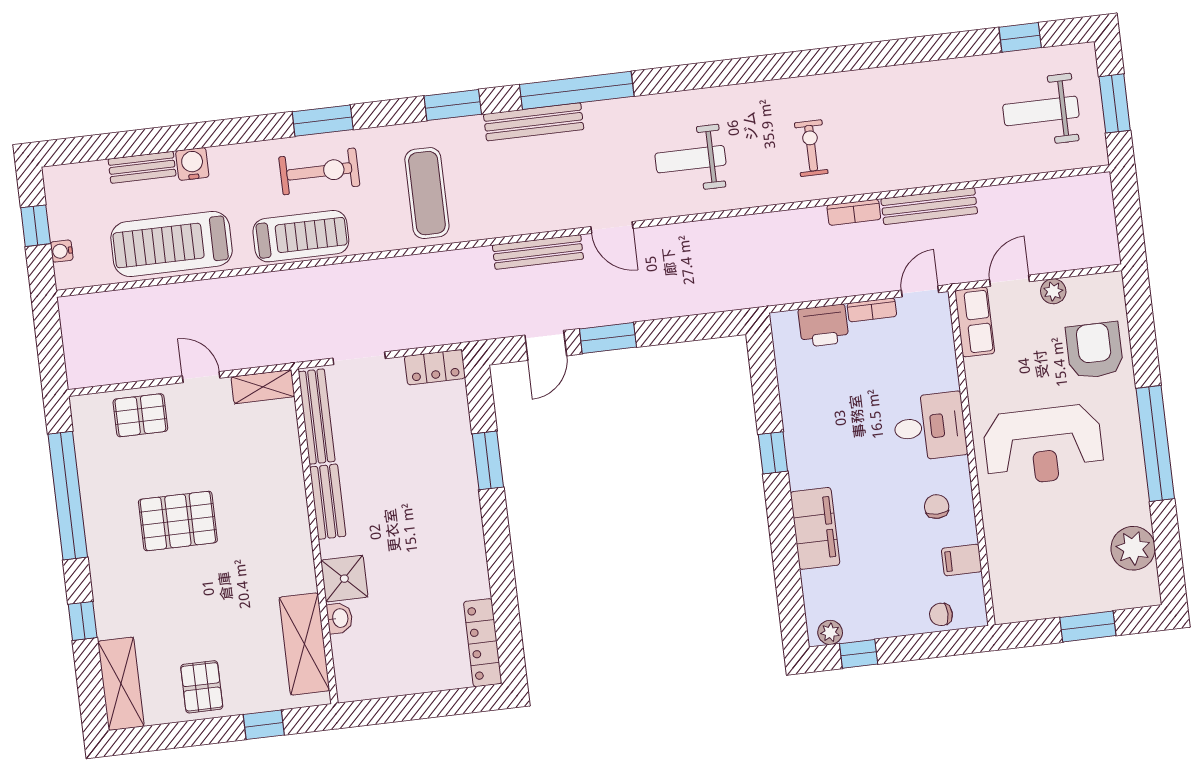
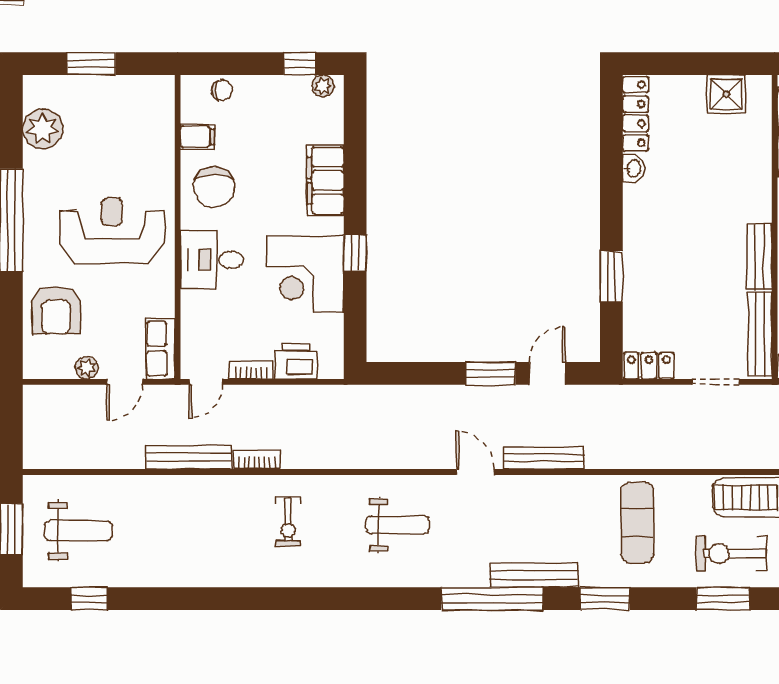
corner desk: (825, 423) -> (305, 274), added
chair: (937, 507) -> (214, 187), width x1.87, depth x1.87
shower: (344, 579) -> (726, 94), moved
washbasin: (340, 618) -> (633, 168), moved, turned 180

